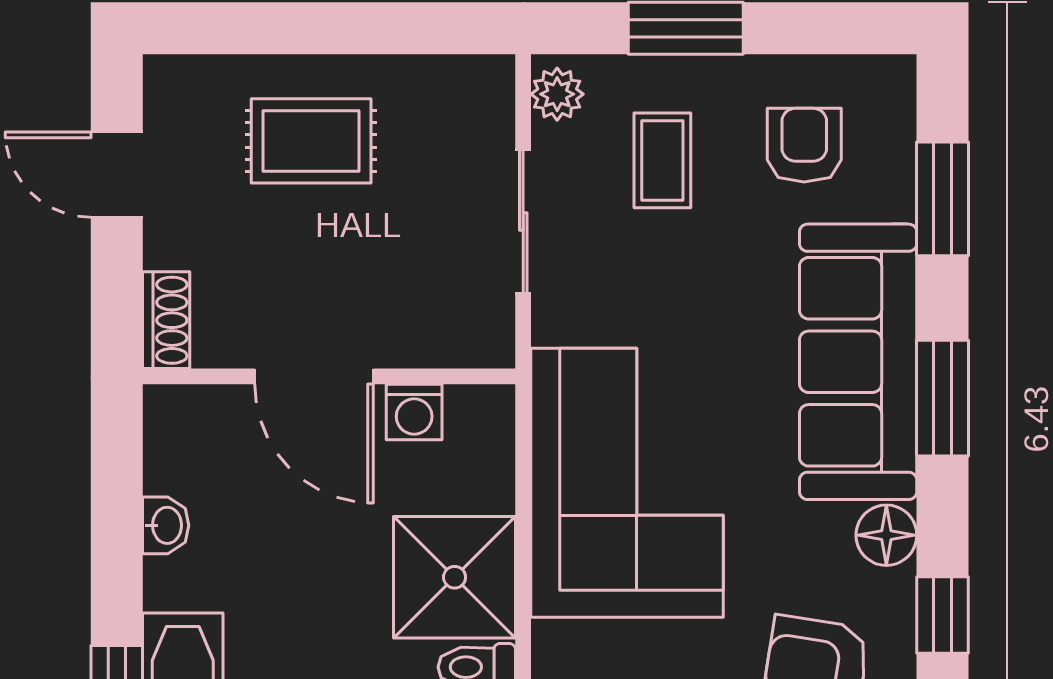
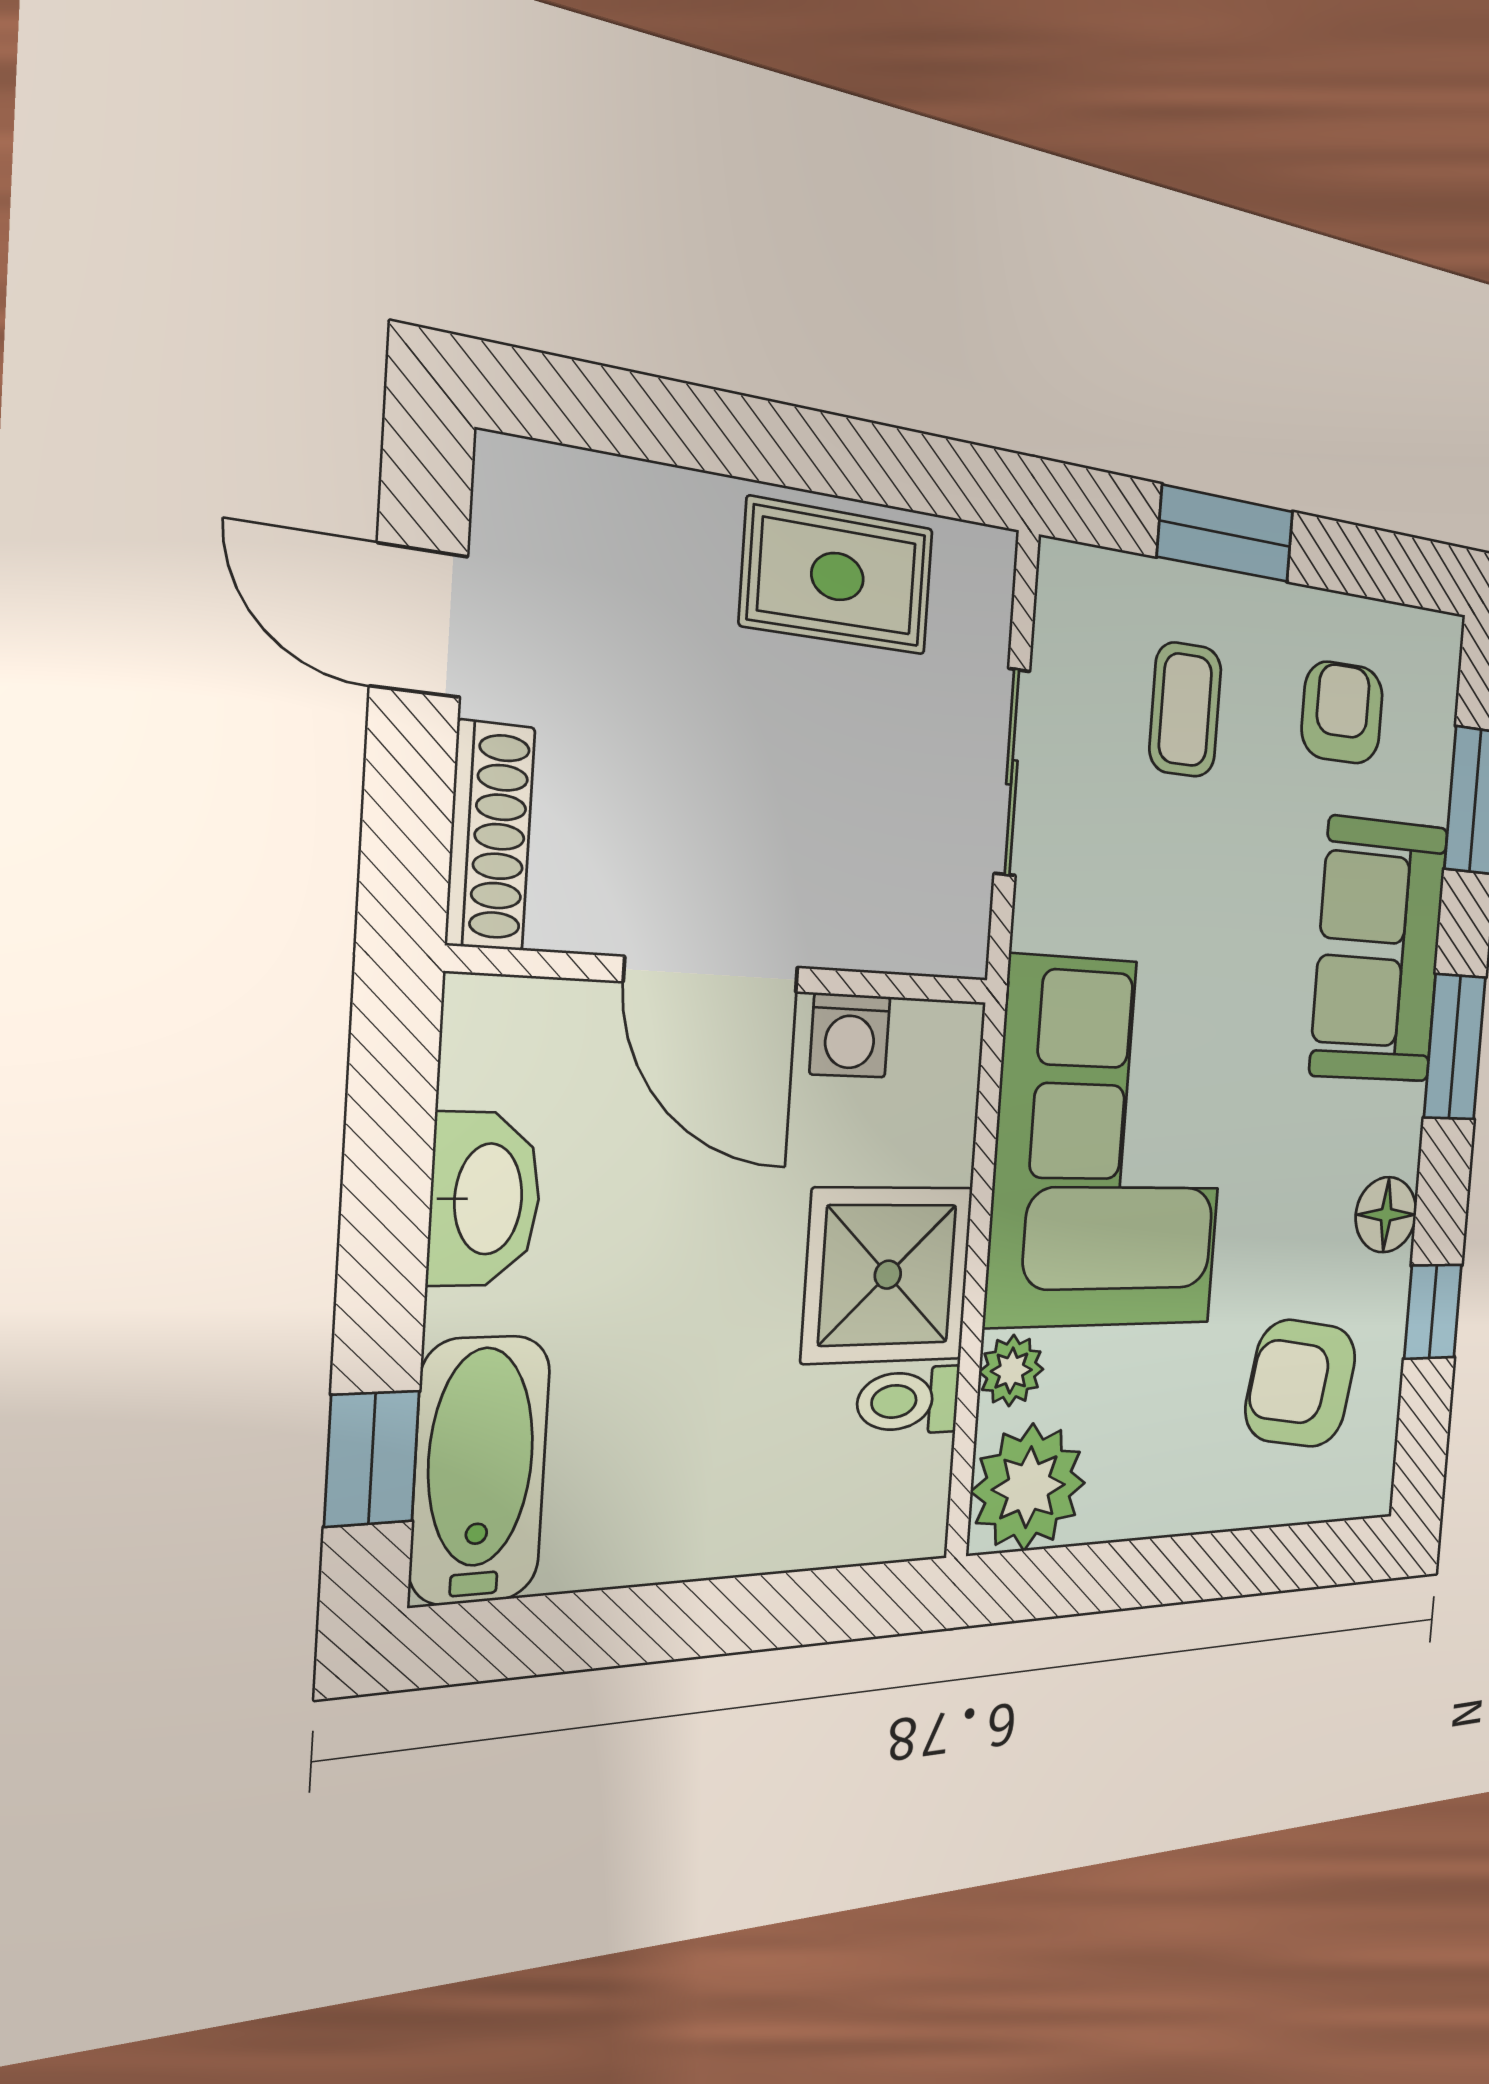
plant: (557, 94) -> (1011, 1371), moved
rug: (311, 141) -> (837, 577), moved
shoe rack: (166, 320) -> (490, 836), width x1.43
sofa: (858, 362) -> (1379, 951), width x0.73
washbasin: (166, 525) -> (485, 1199), width x1.91, depth x1.45

